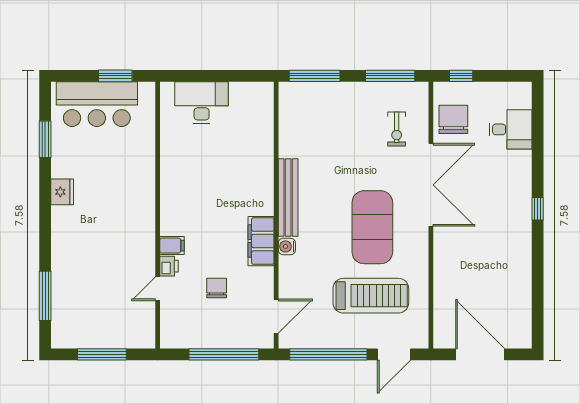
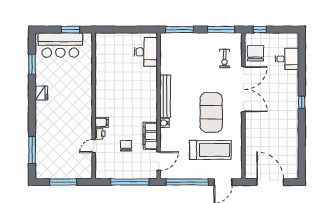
desk: (202, 103) -> (146, 52), moved, turned 90
filing cabinet: (261, 241) -> (150, 136), moved

